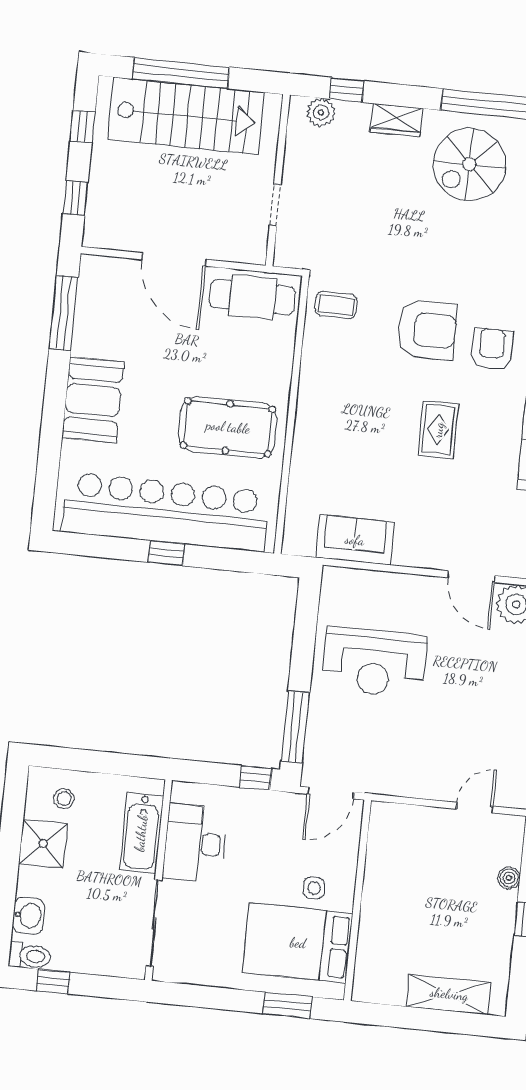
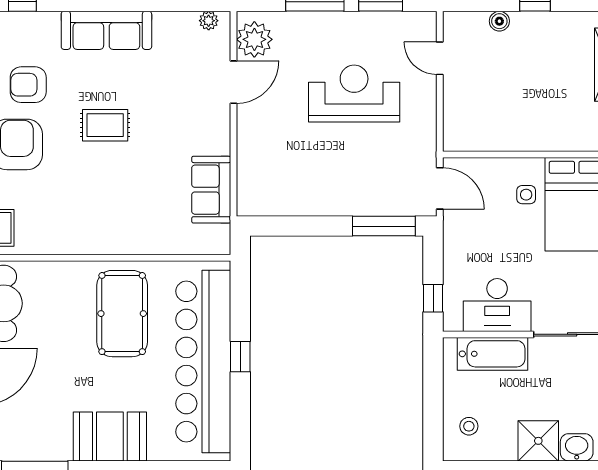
reception desk: (374, 662) -> (354, 94), moved, turned -90
window: (255, 778) -> (433, 298), moved
shower: (43, 843) -> (538, 441), moved

